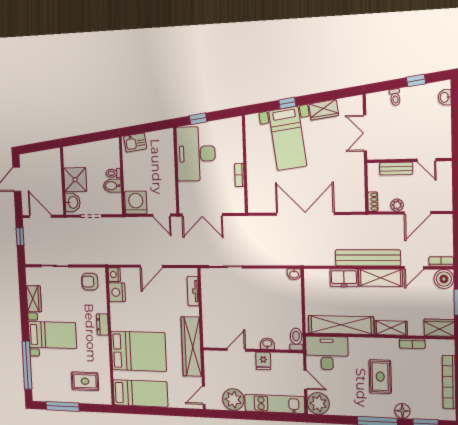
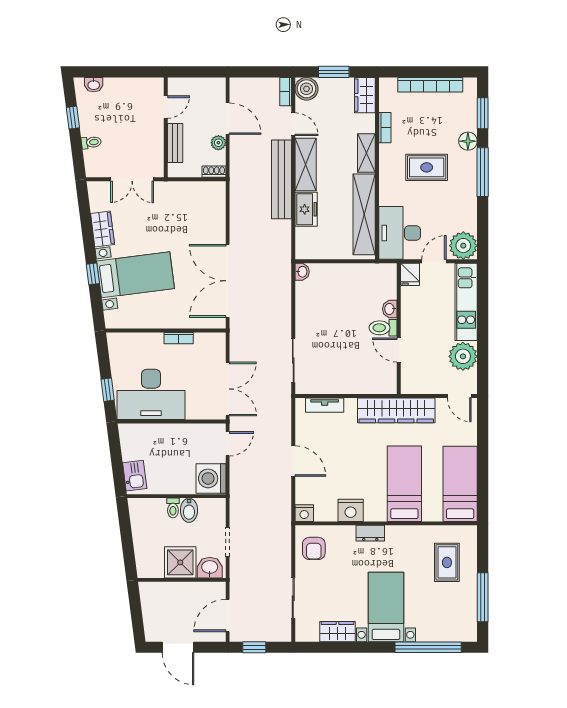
double door: (305, 214) -> (228, 281), moved
nightstand: (117, 292) -> (351, 510), moved
toilet: (296, 339) -> (383, 328), moved
bed: (139, 351) -> (404, 484), width x0.67
fridge: (263, 361) -> (410, 274), moved, turned 90

